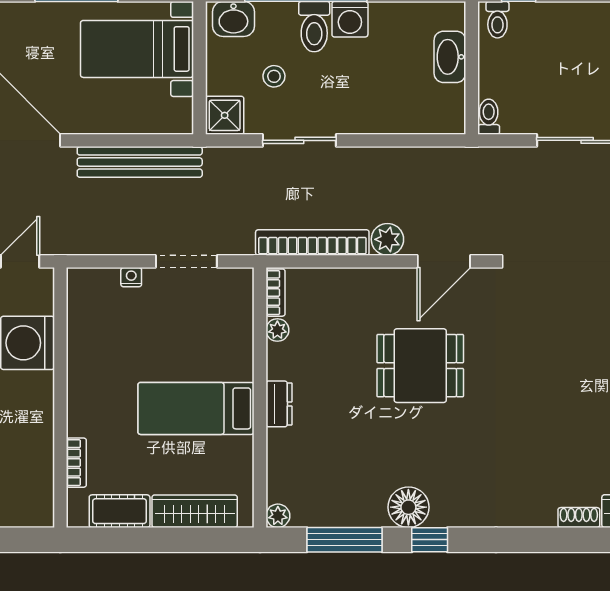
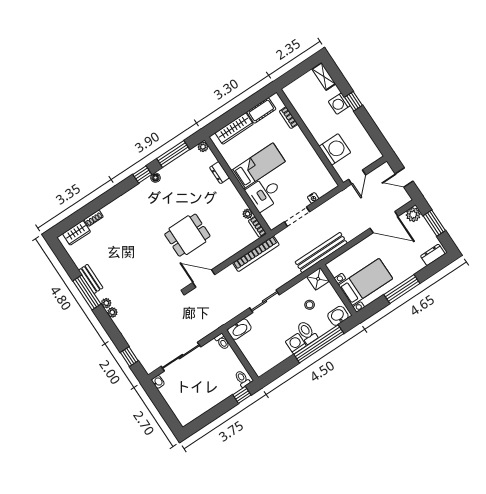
washbasin: (450, 57) -> (239, 329), moved, turned 90
sliding door: (299, 140) -> (264, 301), moved
bench: (140, 162) -> (321, 253), moved
plant: (387, 239) -> (229, 273), removed
door: (444, 261) -> (204, 279), hinge flipped
desk: (219, 348) -> (264, 193), added
dresser: (279, 404) -> (219, 173), moved
floor lamp: (408, 507) -> (155, 178), width x0.53, depth x0.53

